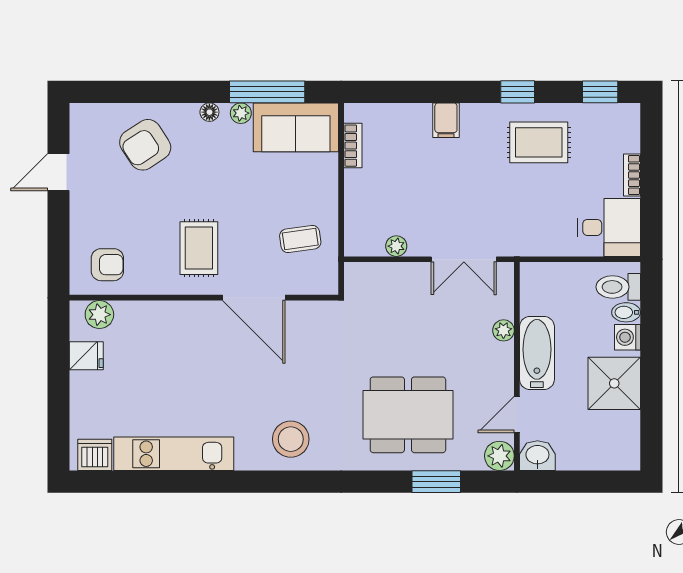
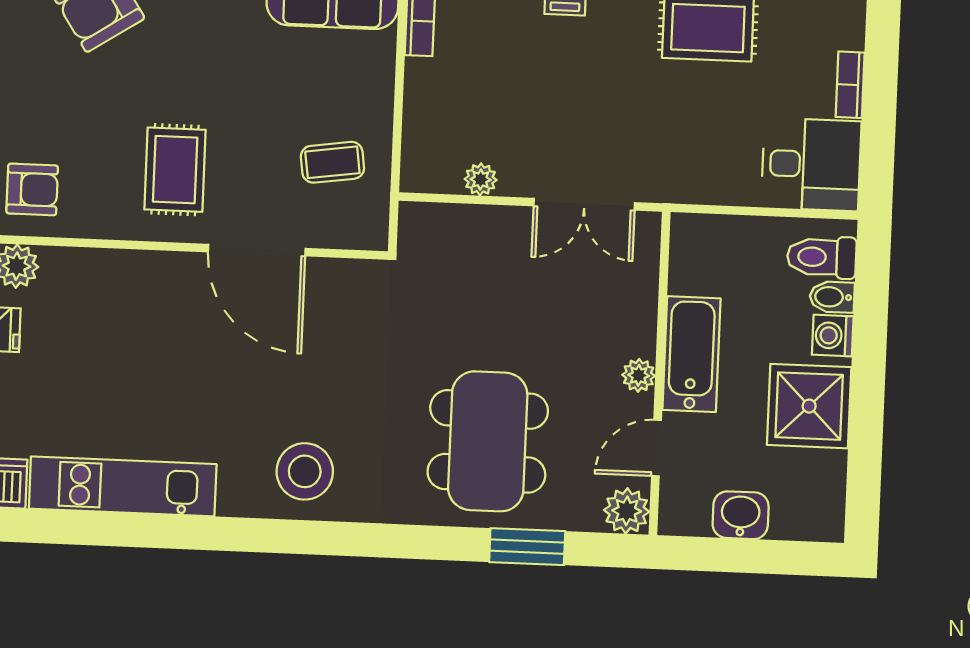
plant: (503, 330) -> (639, 375), moved
dining table: (408, 415) -> (488, 441), turned 90
washbasin: (537, 456) -> (741, 515), moved

